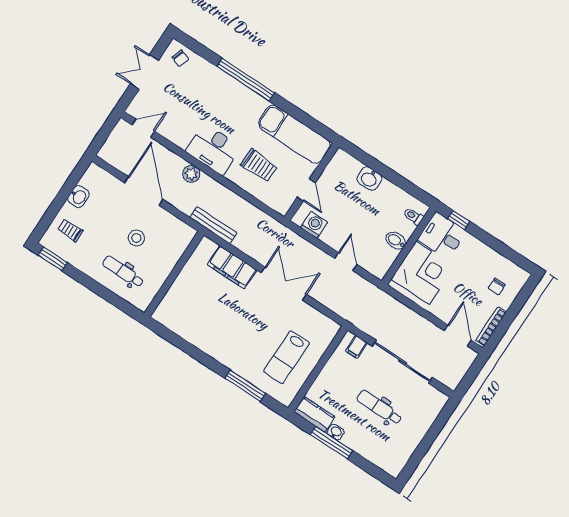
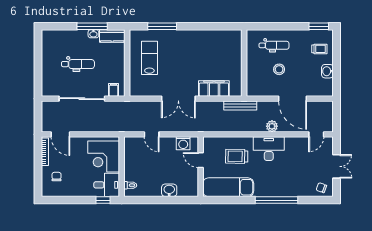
bidet: (396, 241) -> (131, 165), removed

